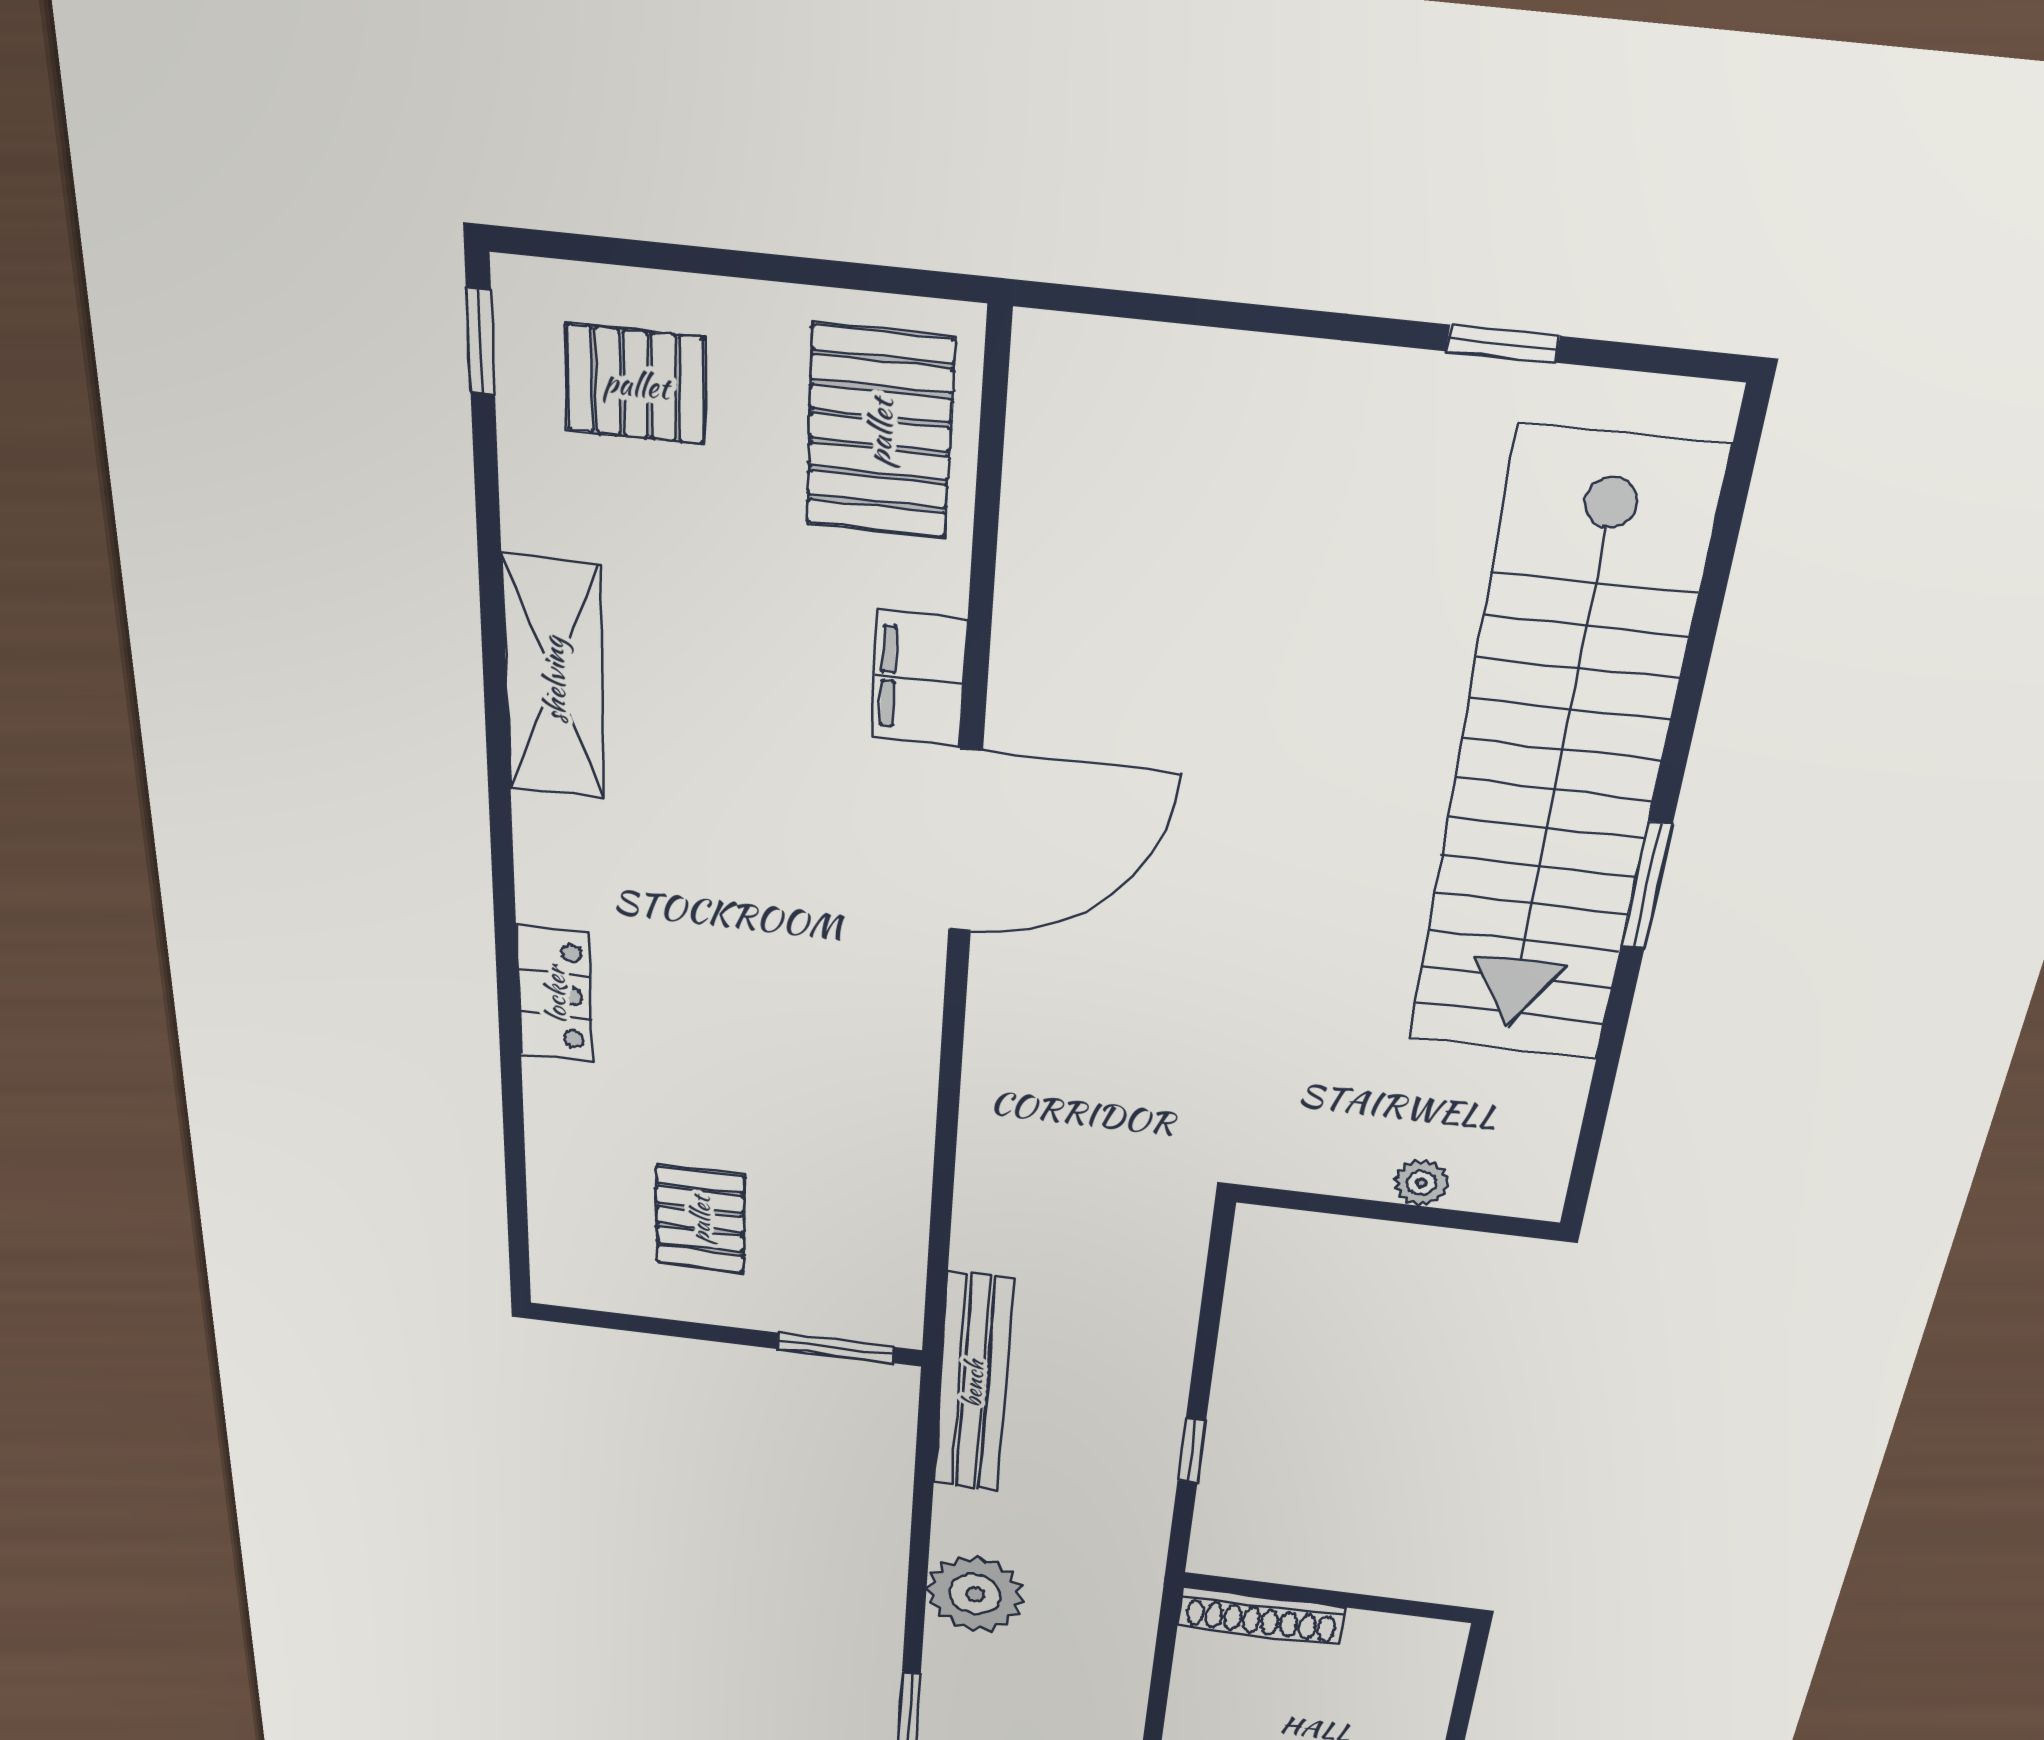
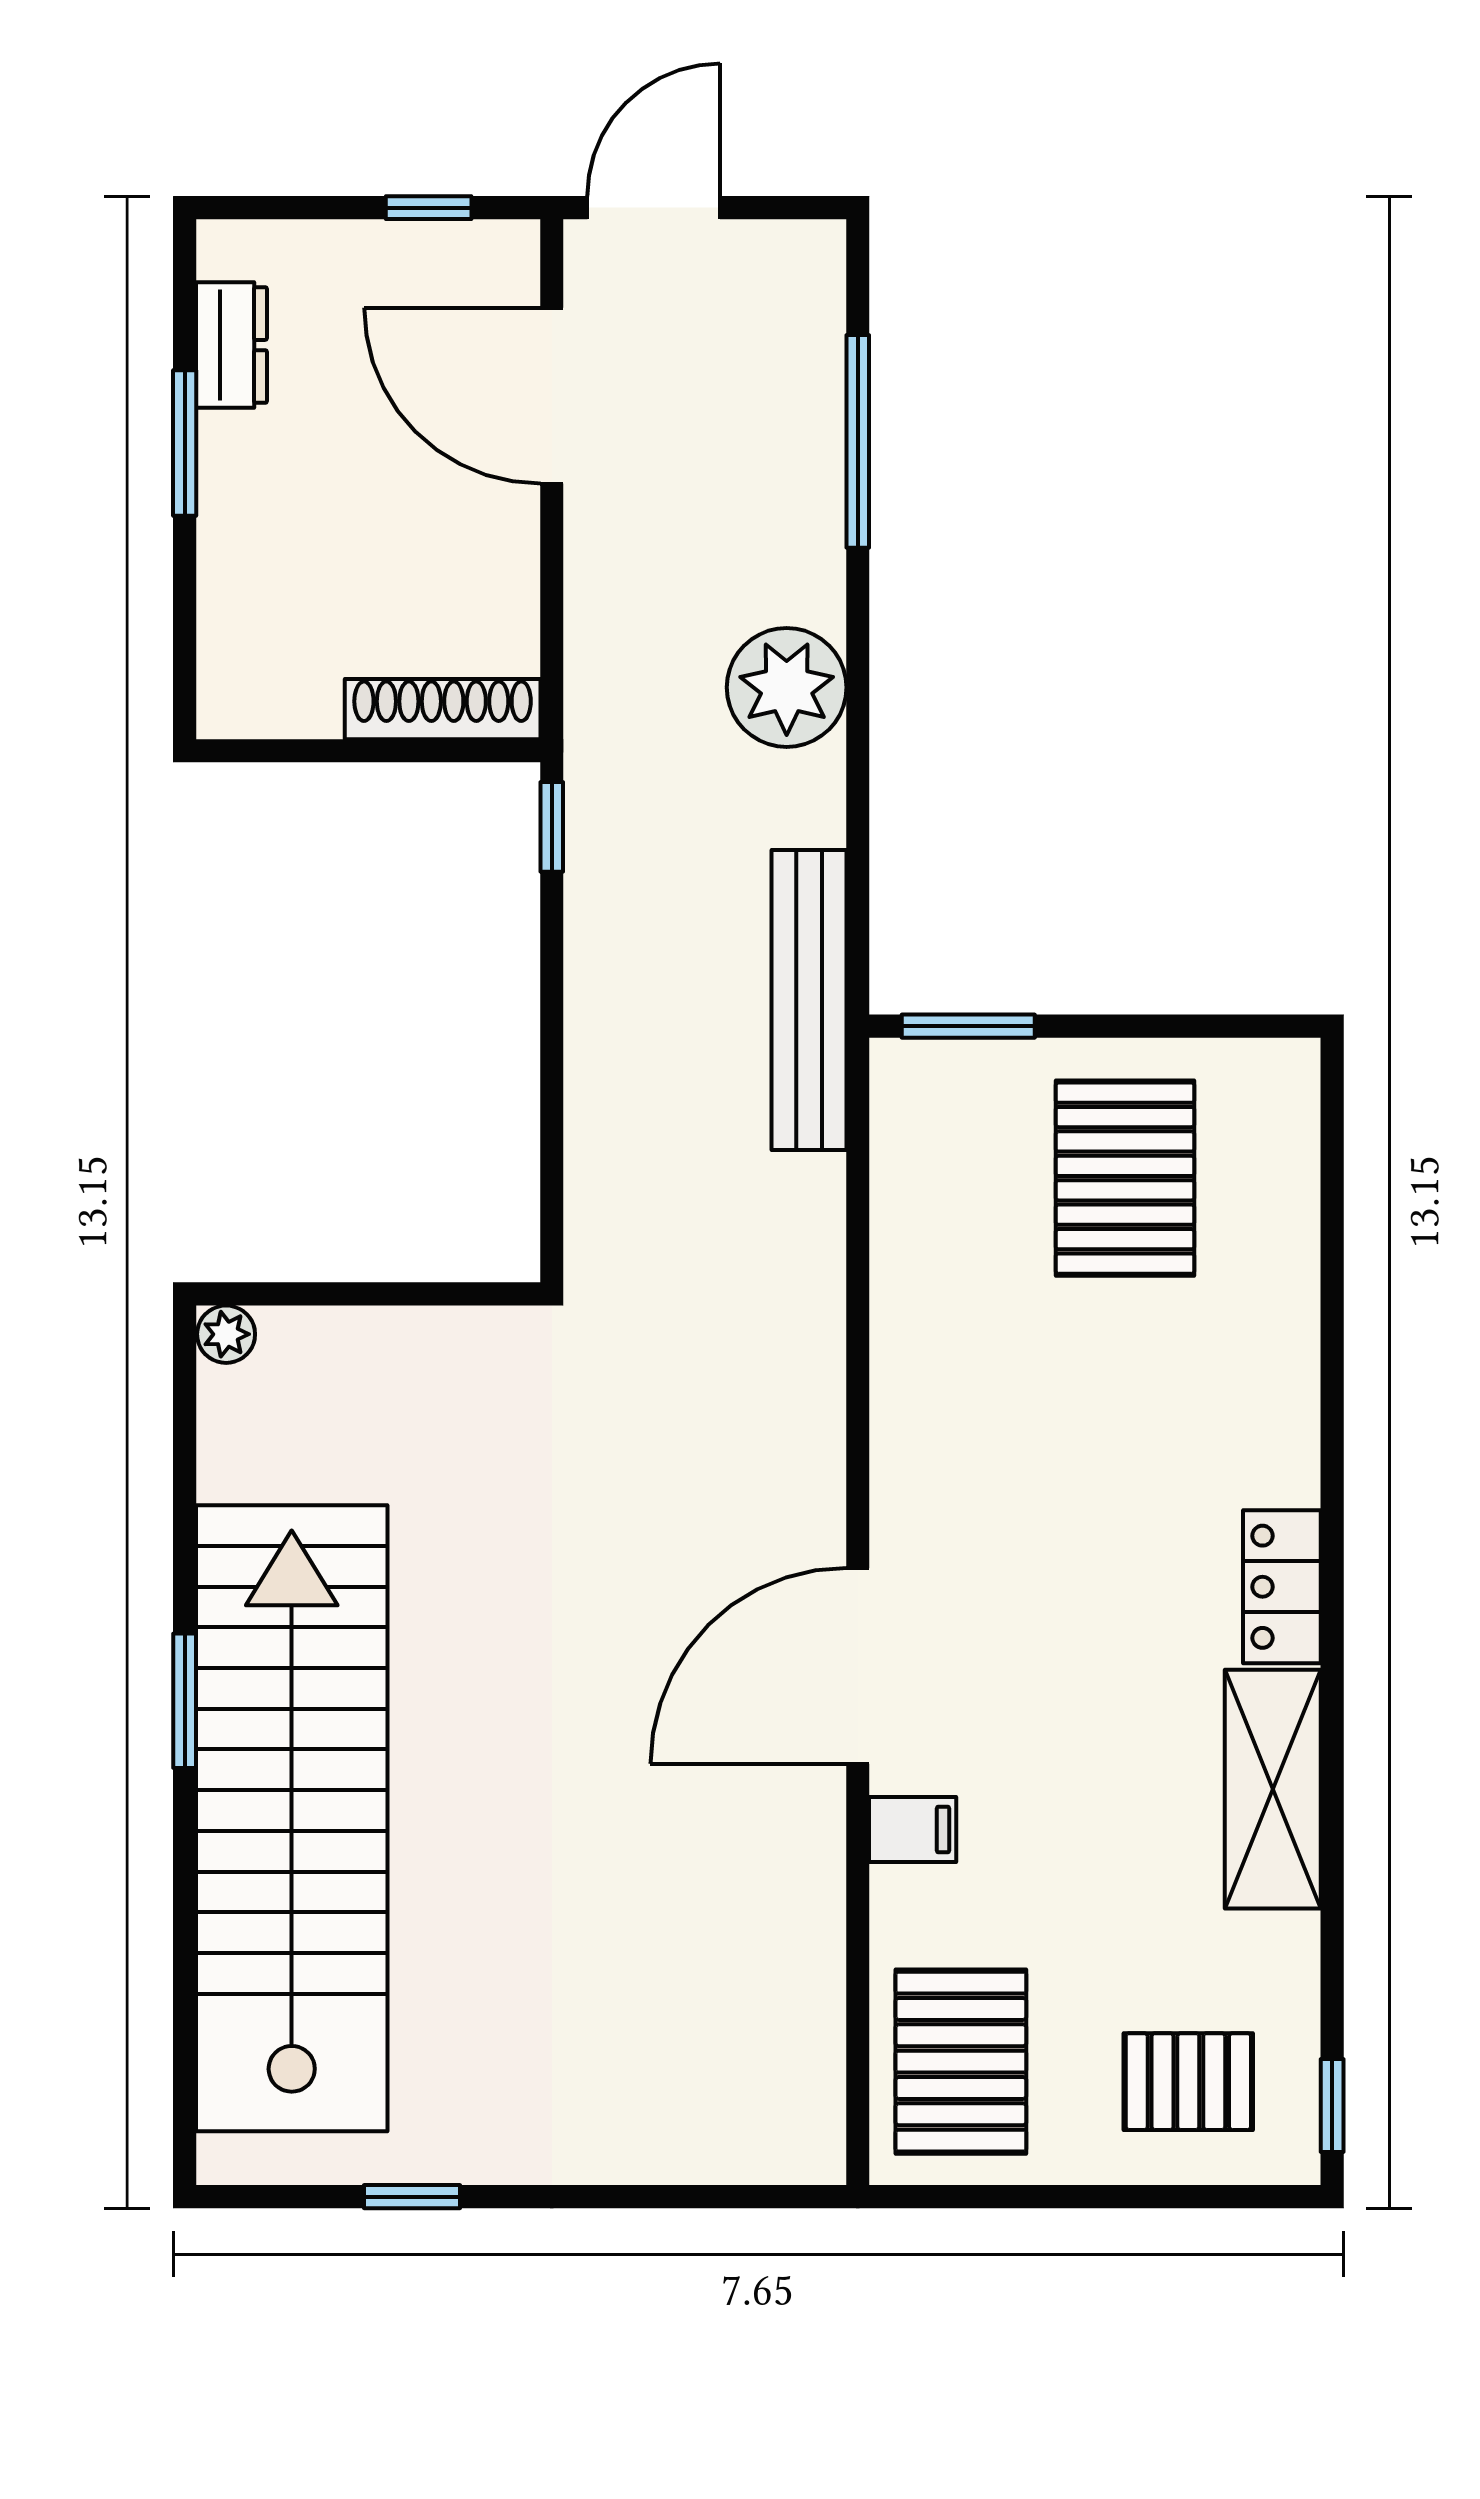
filing cabinet: (919, 679) -> (913, 1829), width x0.50
locker: (555, 994) -> (1282, 1587), moved
plant: (1421, 1183) -> (226, 1334), moved
pallet: (700, 1219) -> (1125, 1178), width x1.50, depth x1.42
window: (1192, 1451) -> (552, 827), moved

